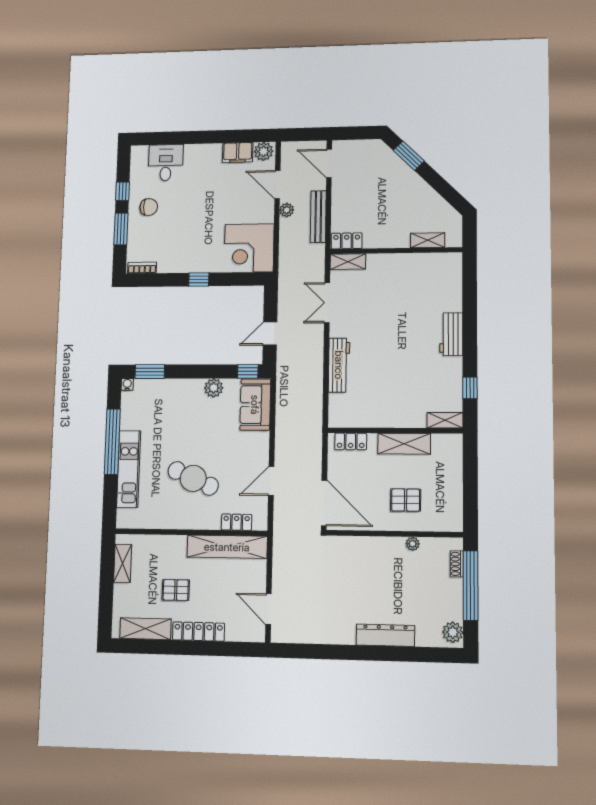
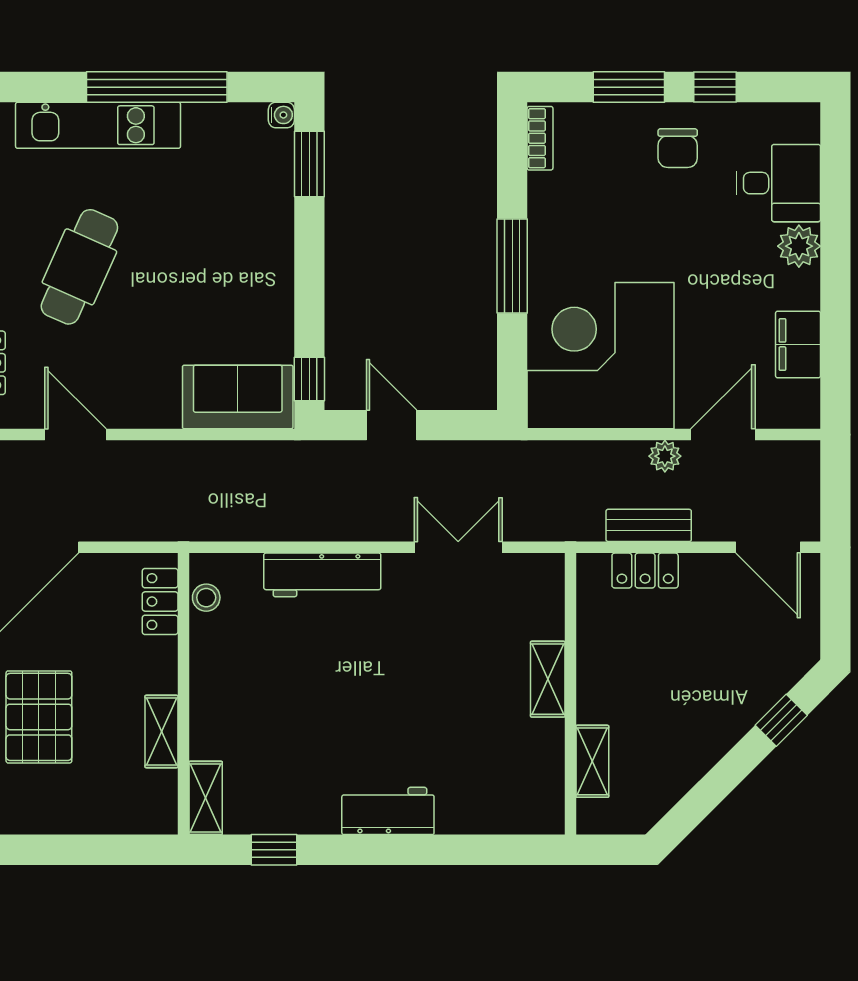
plant: (264, 151) -> (799, 246), moved
window: (409, 156) -> (781, 720), width x0.67
door: (329, 163) -> (768, 547), swing flipped
bench: (318, 217) -> (649, 525), width x0.73
locker: (347, 241) -> (645, 571), moved, turned 90
corner desk: (249, 248) -> (601, 356), width x1.36, depth x1.36
shelving: (348, 262) -> (548, 679), moved
window: (199, 280) -> (512, 266), width x2.17
plant: (214, 388) -> (274, 306), removed
stool: (349, 420) -> (206, 598), added
shelving: (404, 444) -> (161, 732), width x0.67, depth x0.75
pallet: (406, 500) -> (39, 717), width x1.50, depth x1.42

